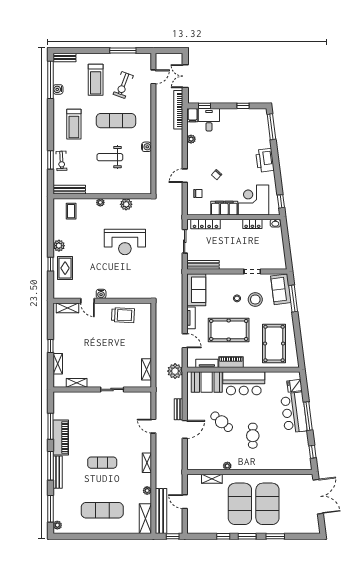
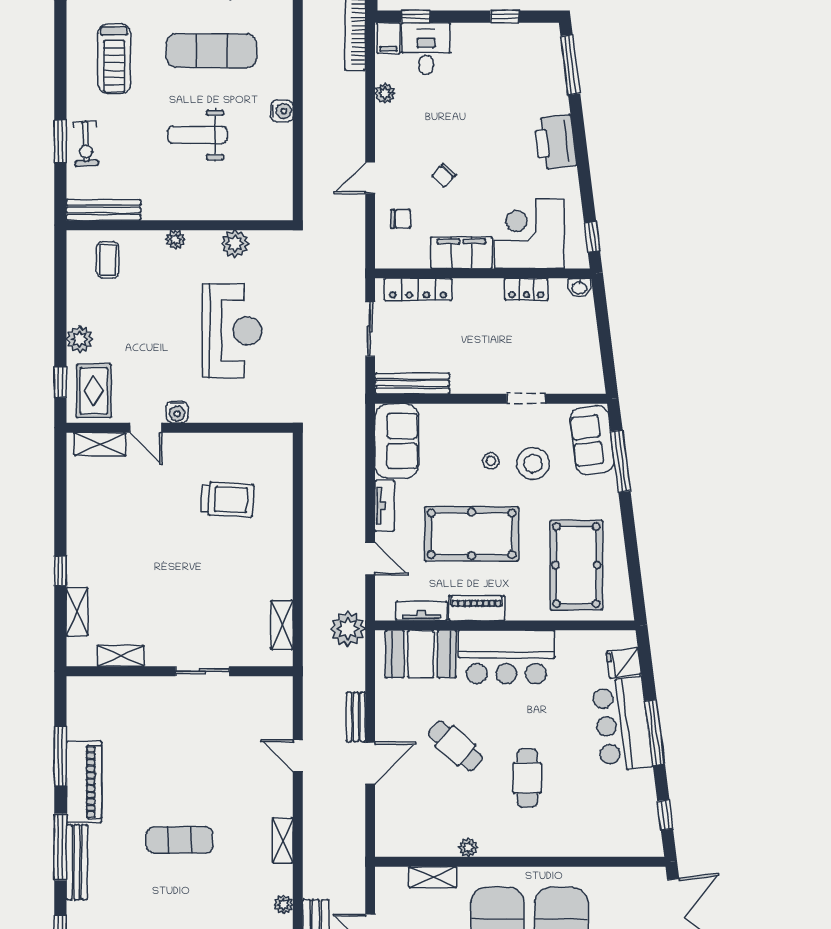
reception desk: (125, 242) -> (232, 331), turned -90
water cooler: (101, 294) -> (177, 412), moved
door: (87, 301) -> (146, 428), moved
wall: (102, 301) -> (180, 428), moved
shelving: (68, 308) -> (100, 444), moved

